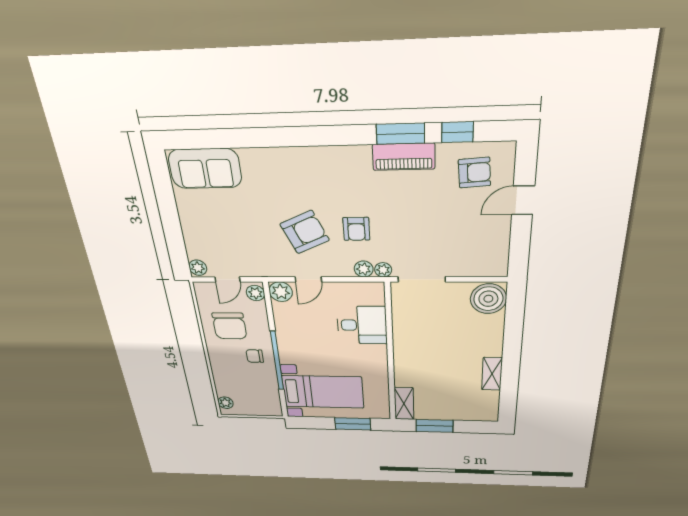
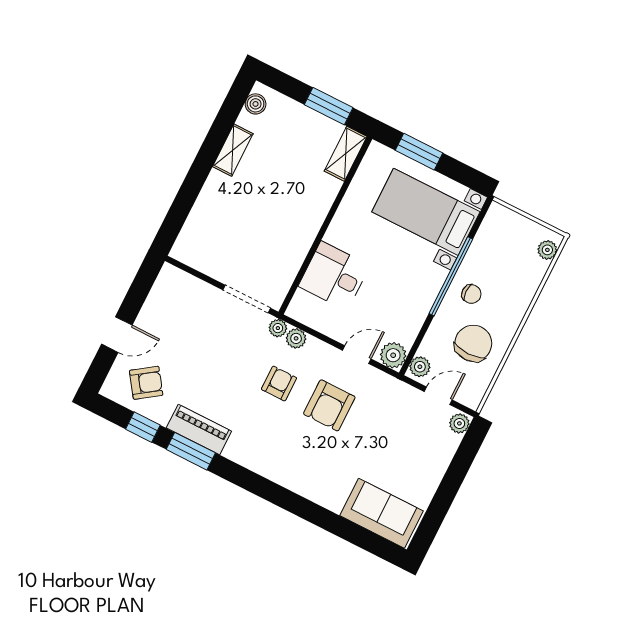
armchair: (475, 173) -> (146, 383), turned 149
armchair: (305, 232) -> (329, 405), turned -66
boiler: (488, 299) -> (256, 104), moved, width x0.54, depth x0.54

